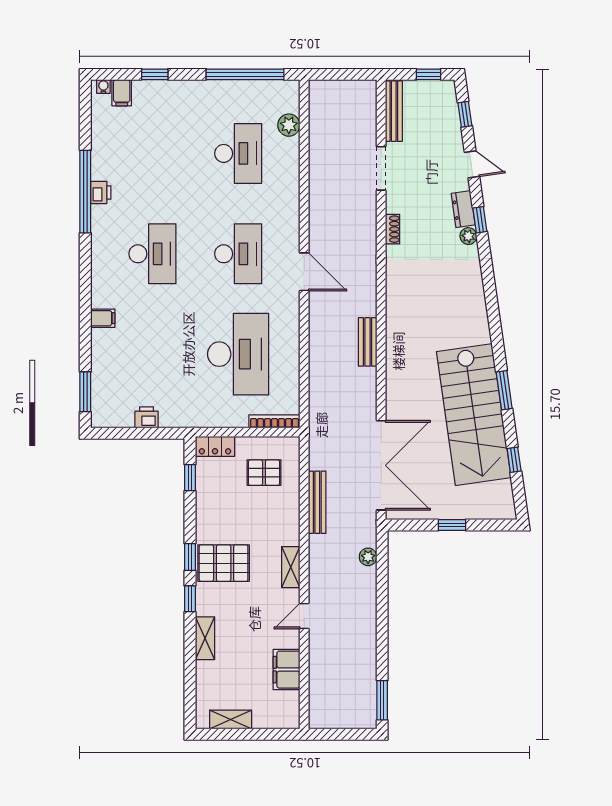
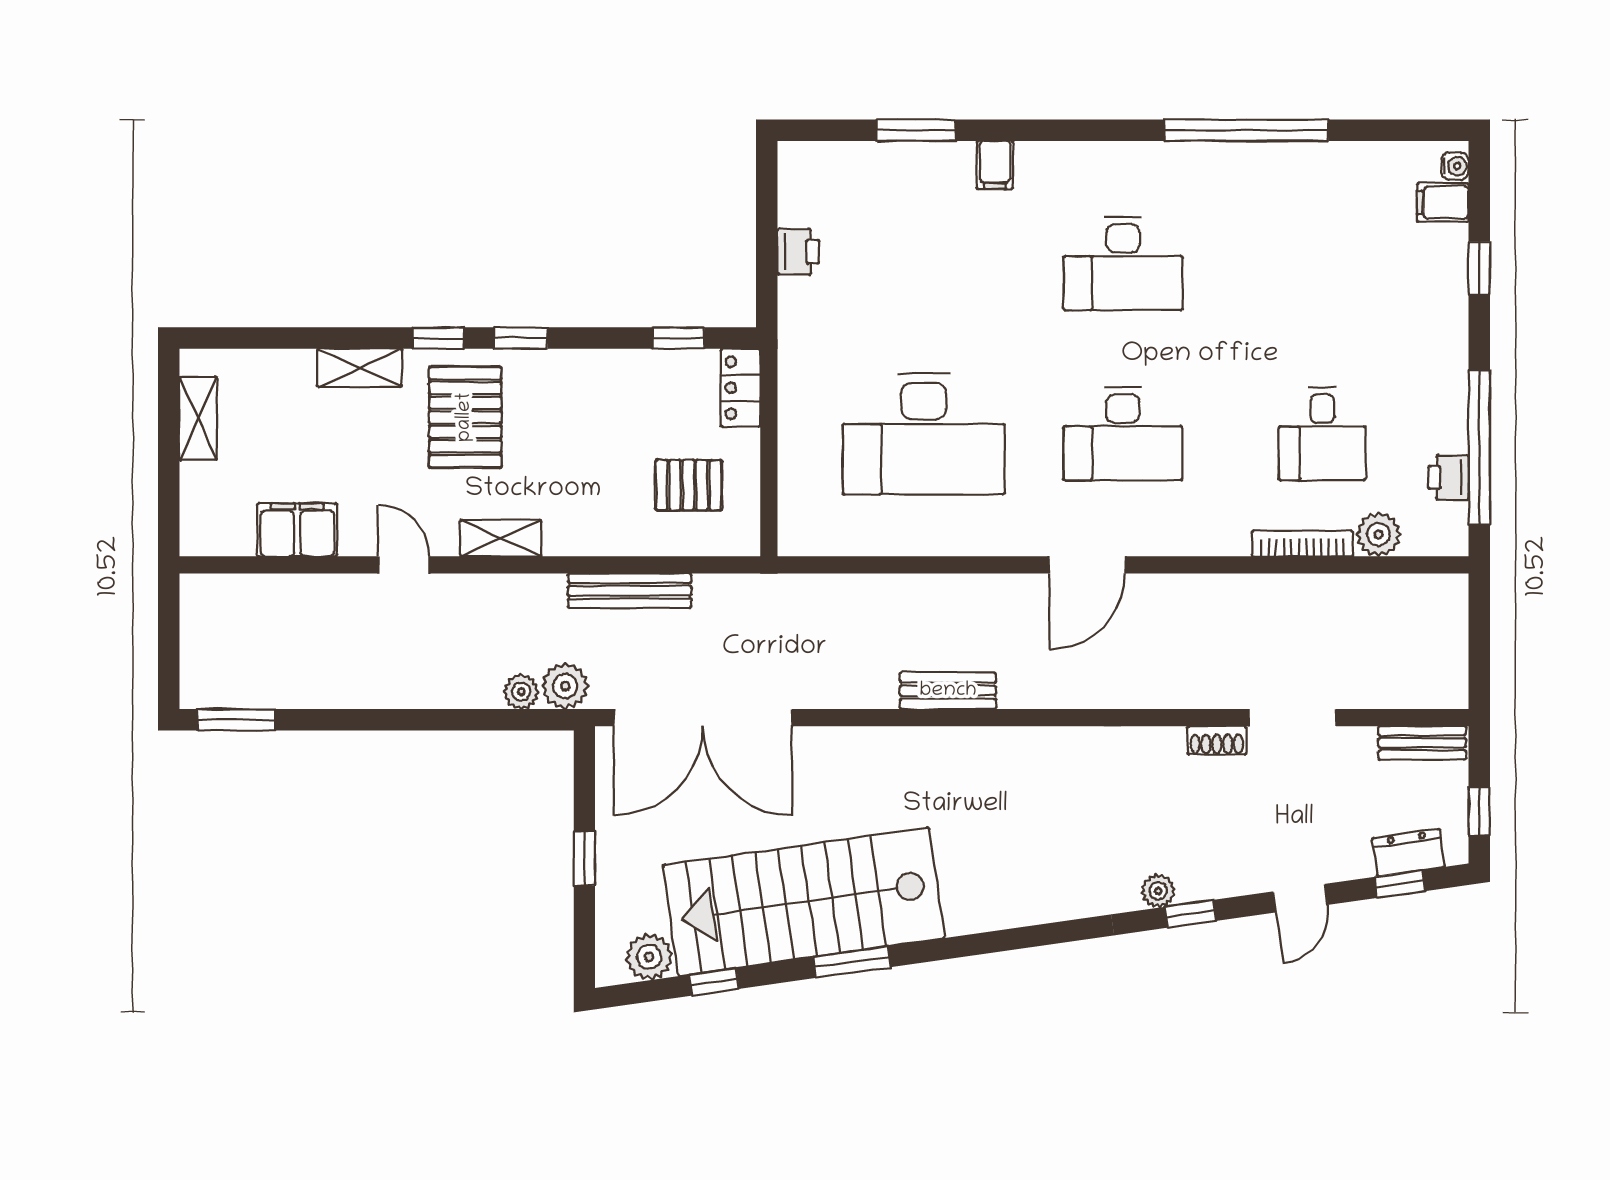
bench: (394, 111) -> (1422, 743), width x0.73
desk: (238, 153) -> (1322, 434), width x0.73
printer: (101, 192) -> (1448, 478), moved, turned 90
dresser: (463, 209) -> (1409, 853), moved
shoe rack: (393, 229) -> (1217, 740), moved
window: (85, 392) -> (916, 130), moved
bookcase: (274, 421) -> (1303, 543), moved, turned -90
pallet: (264, 473) -> (689, 485), turned 90
plant: (502, 492) -> (649, 957), added
plant: (365, 535) -> (565, 686), added
pallet: (224, 563) -> (465, 417), moved

